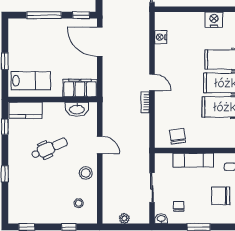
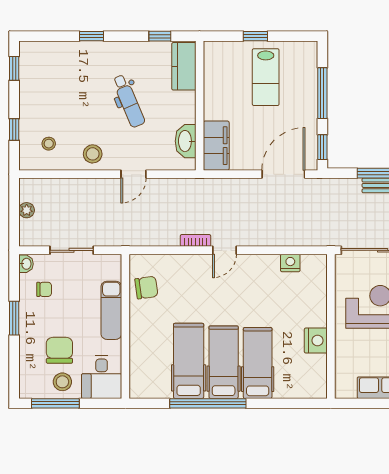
lab bench: (31, 81) -> (266, 77), moved

